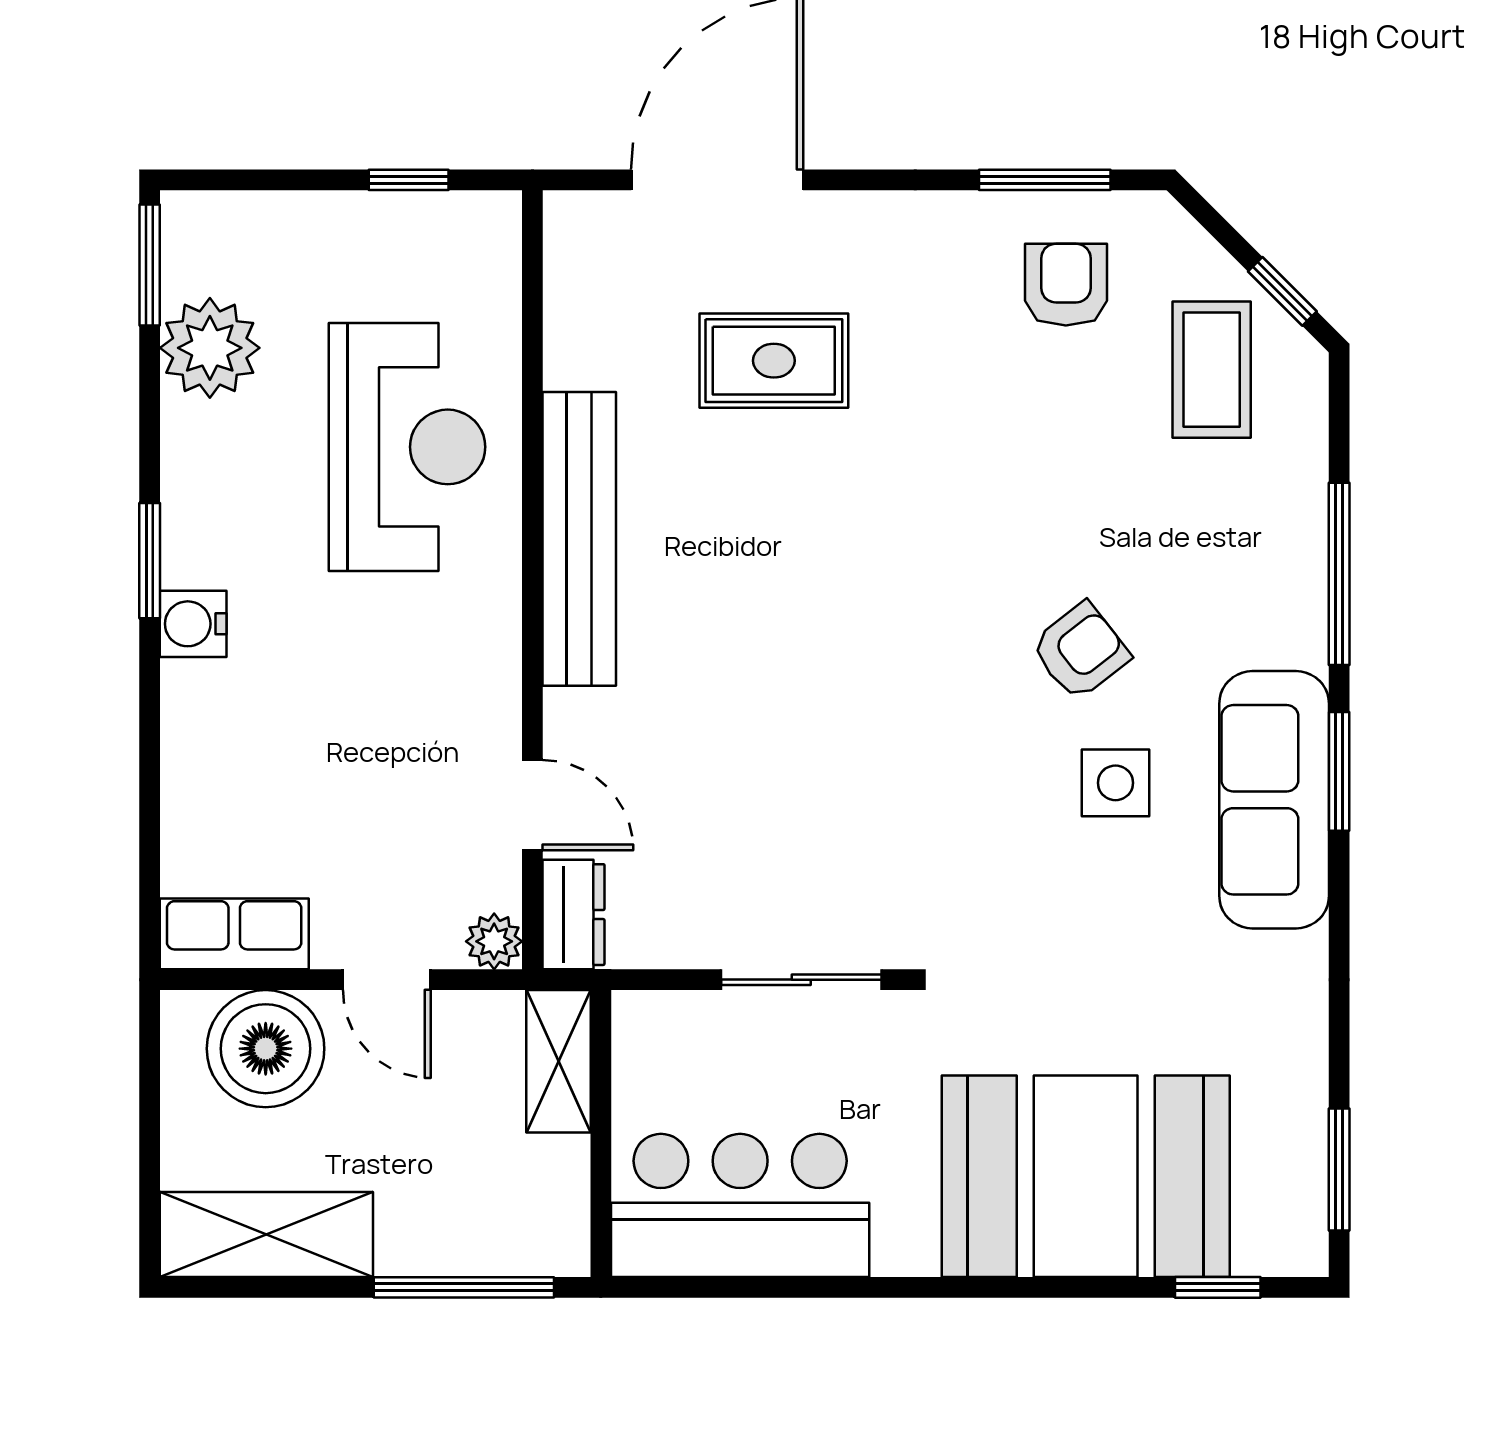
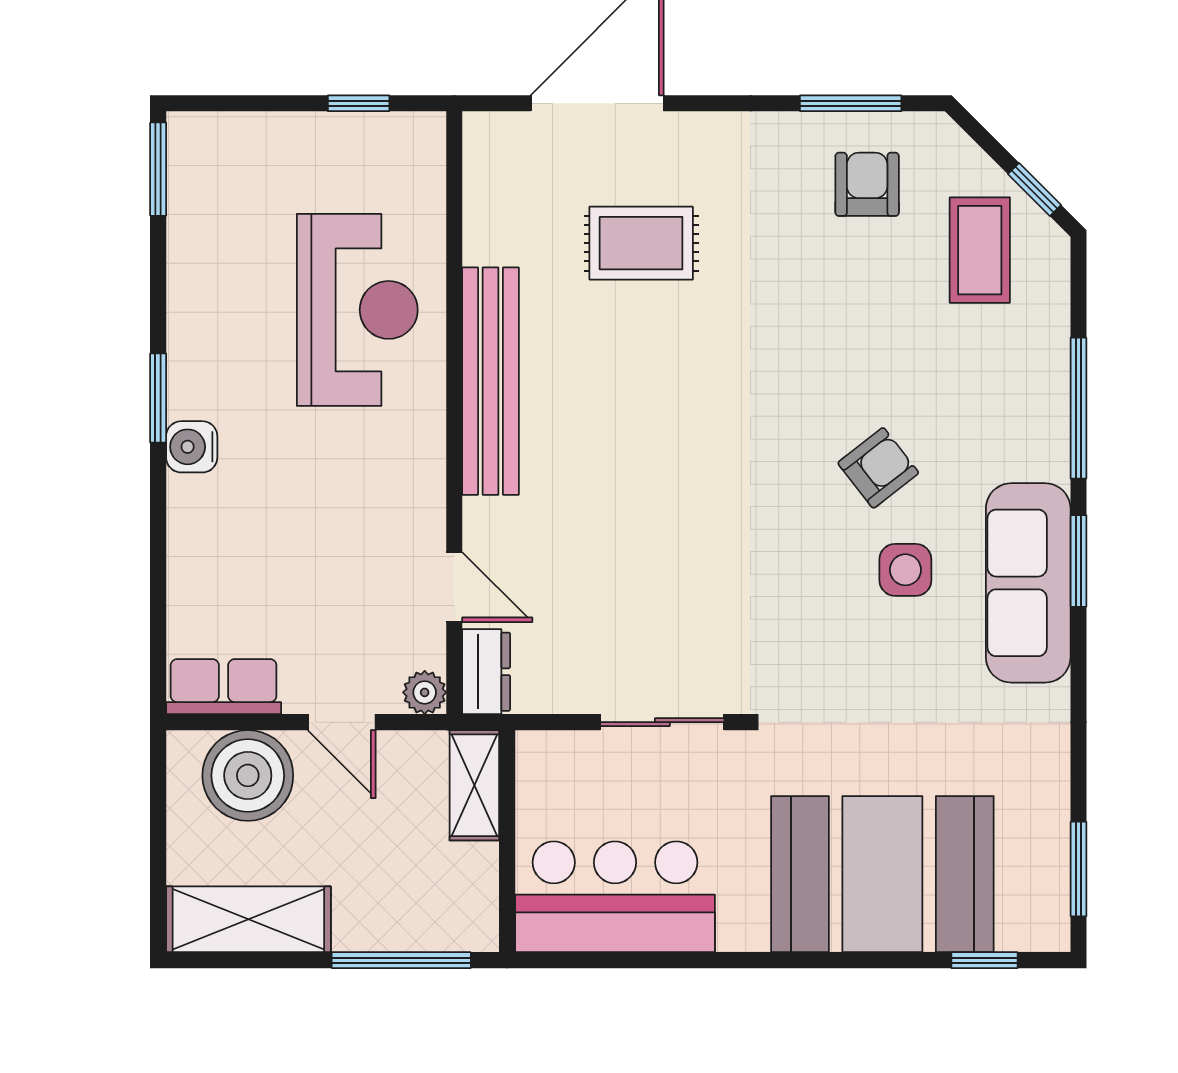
plant: (210, 348) -> (205, 233), removed

